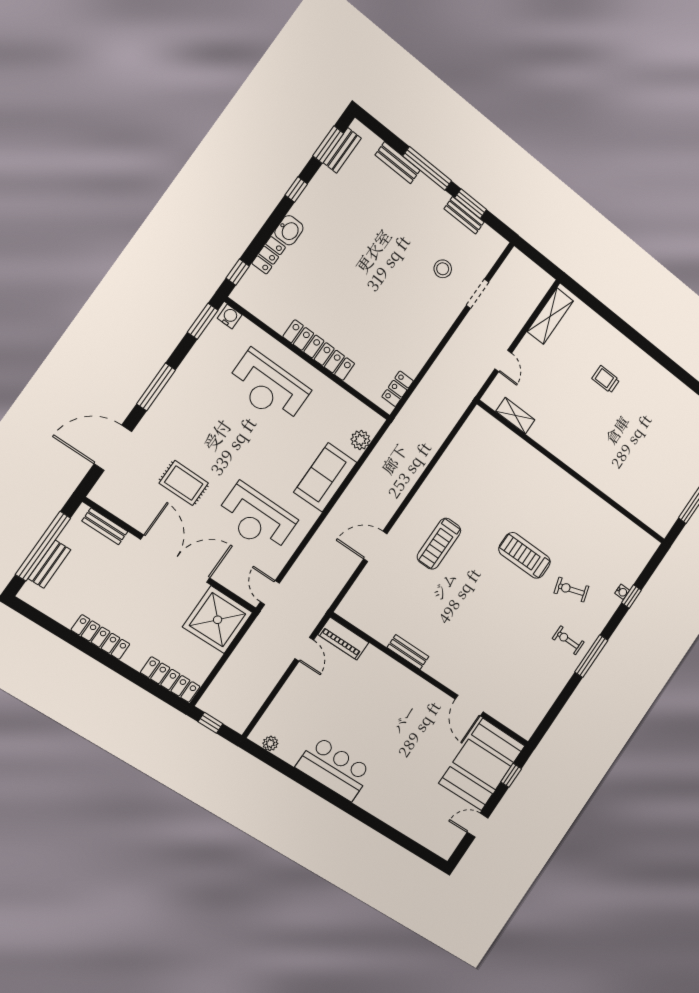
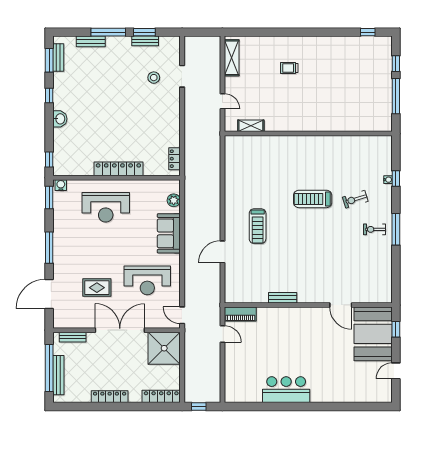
locker: (269, 255) -> (59, 139), removed
bench: (49, 564) -> (58, 375), width x1.36
plant: (270, 743) -> (240, 398), removed

